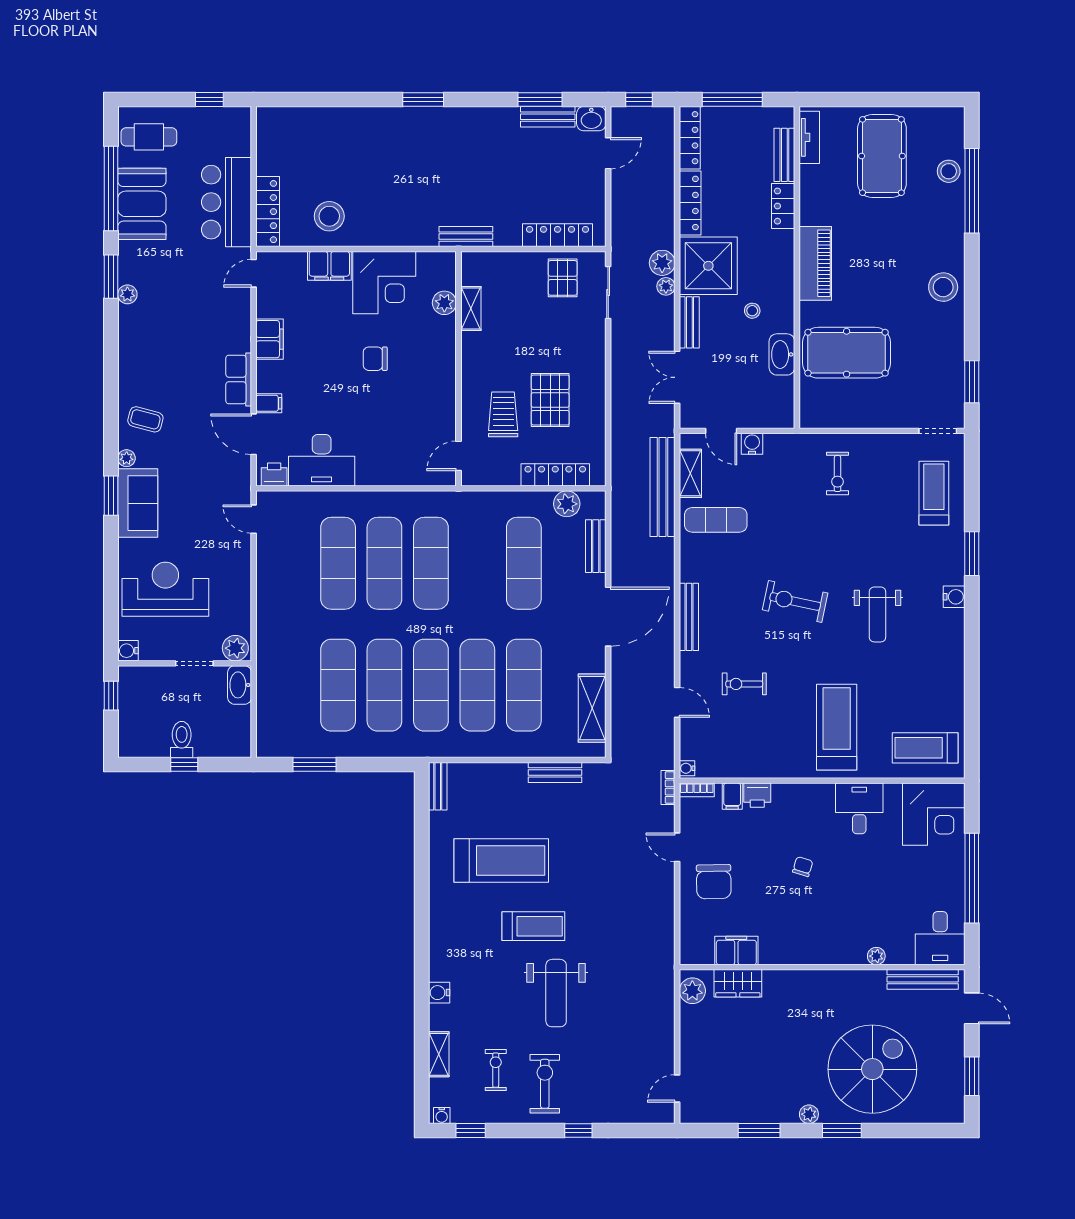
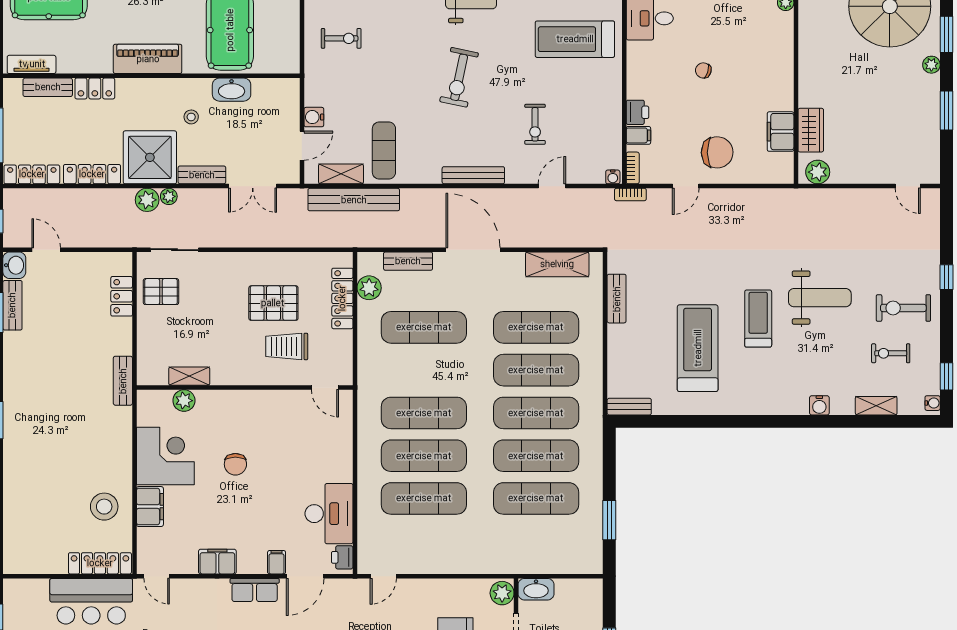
locker: (558, 235) -> (122, 296), width x0.66

